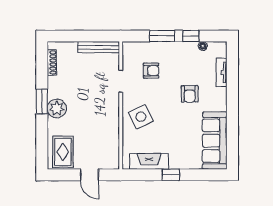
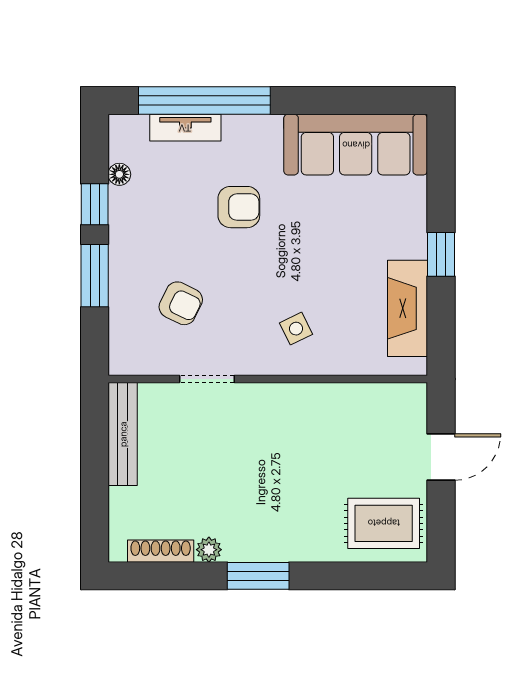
armchair: (151, 71) -> (181, 303), turned 116
window: (232, 80) -> (204, 100), added
plant: (57, 108) -> (209, 550), moved, width x0.53, depth x0.53
side table: (141, 117) -> (296, 329), width x0.54, depth x0.54

